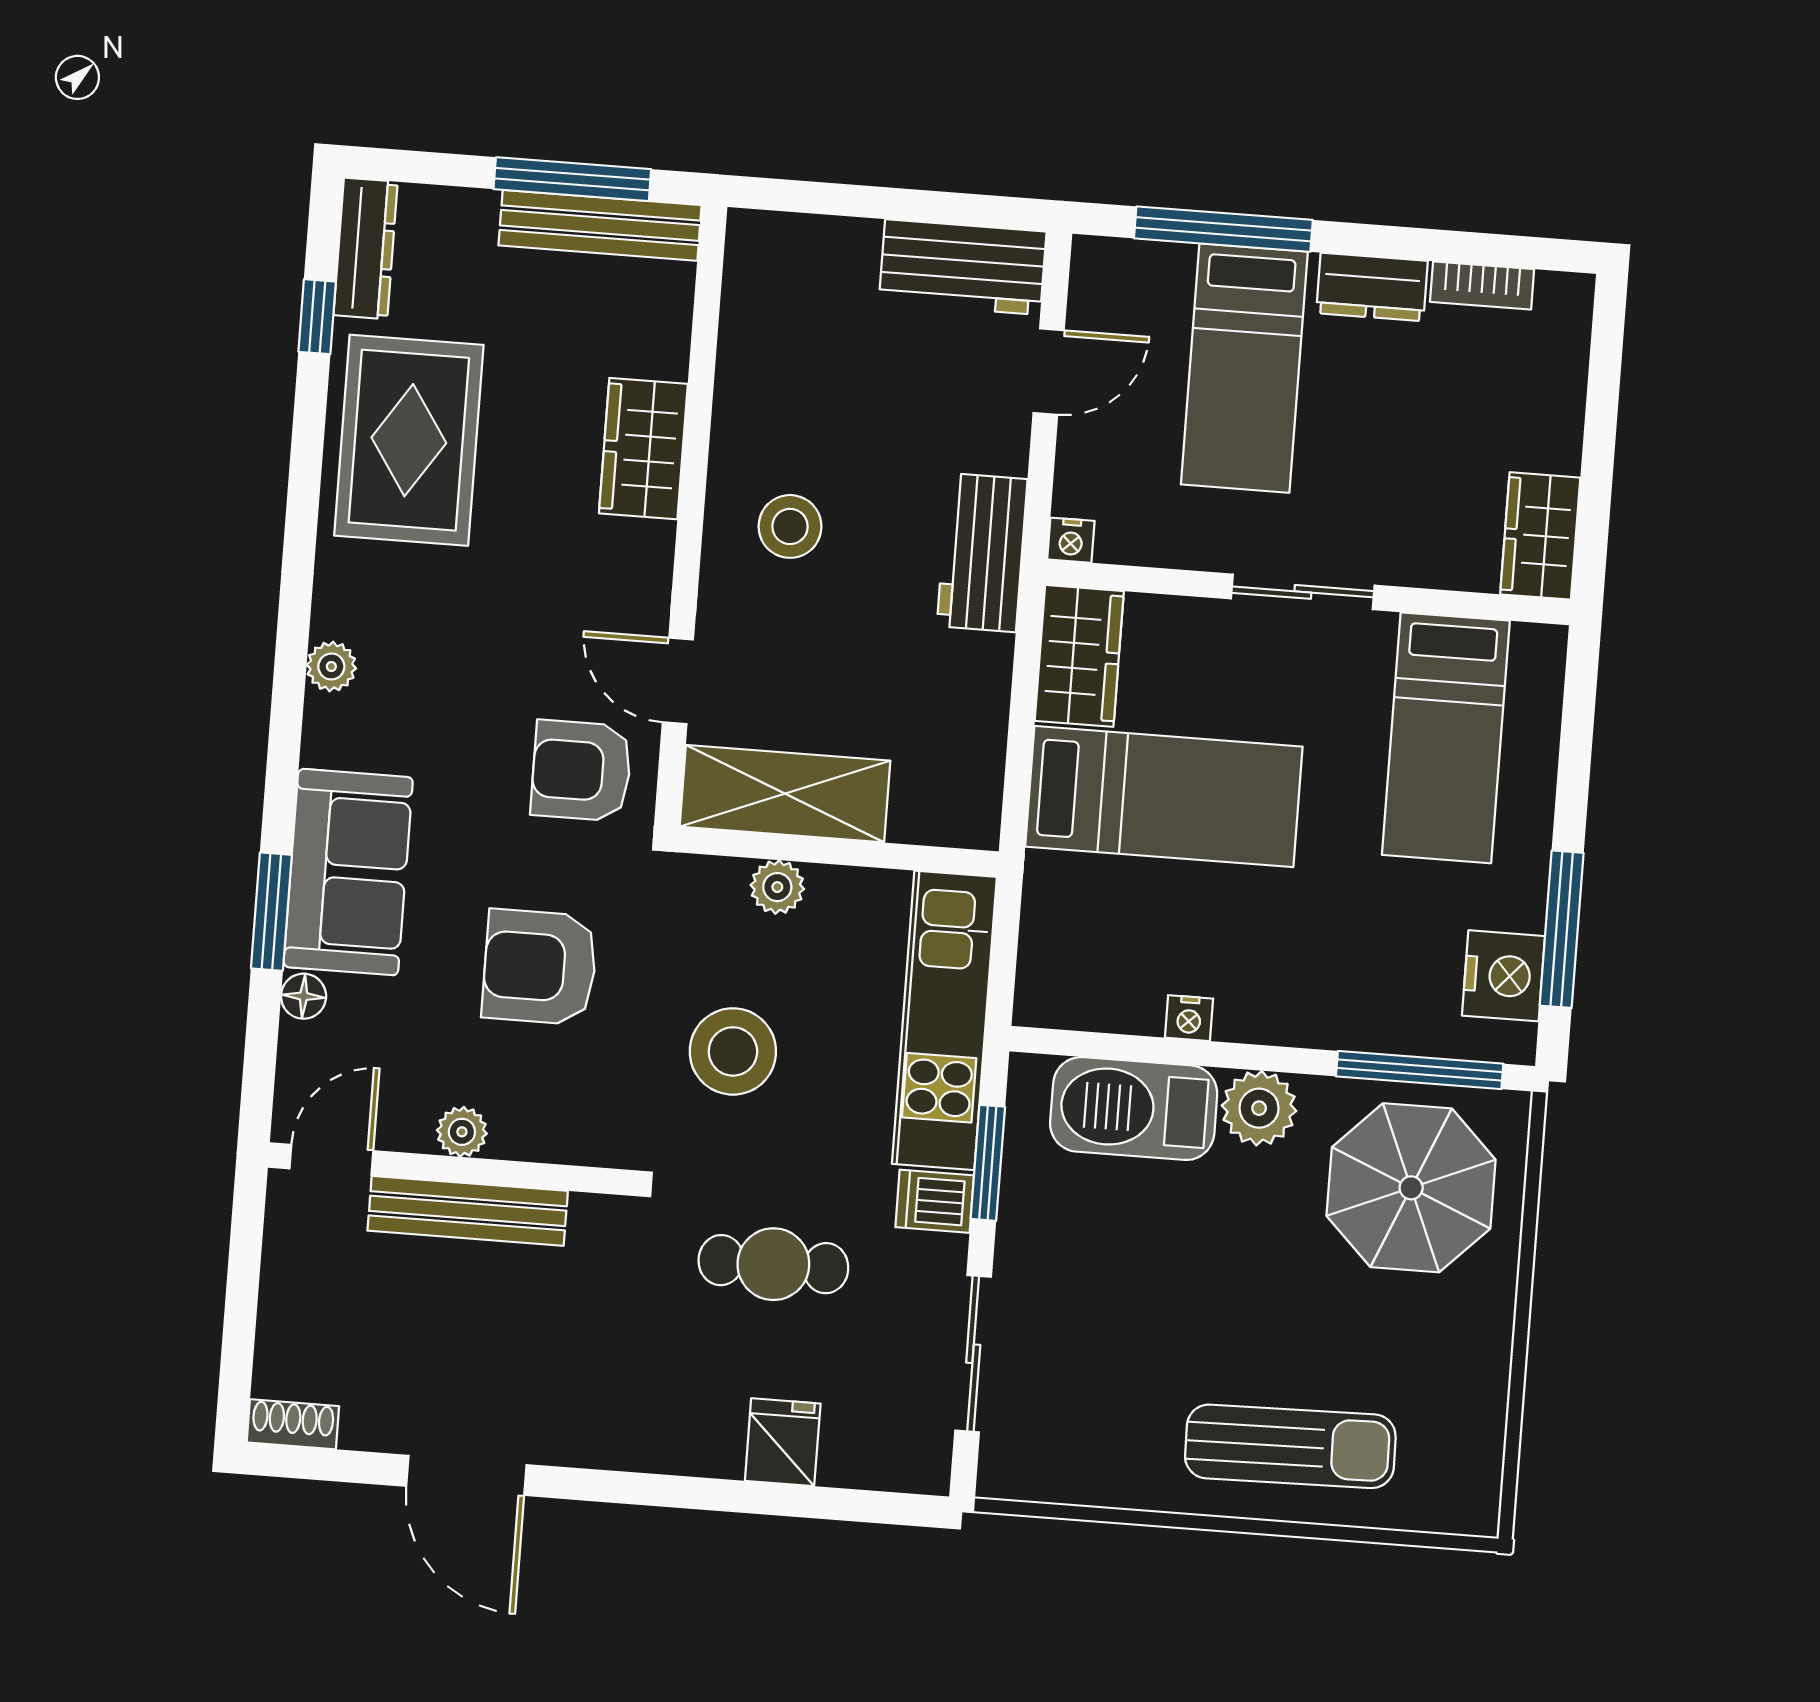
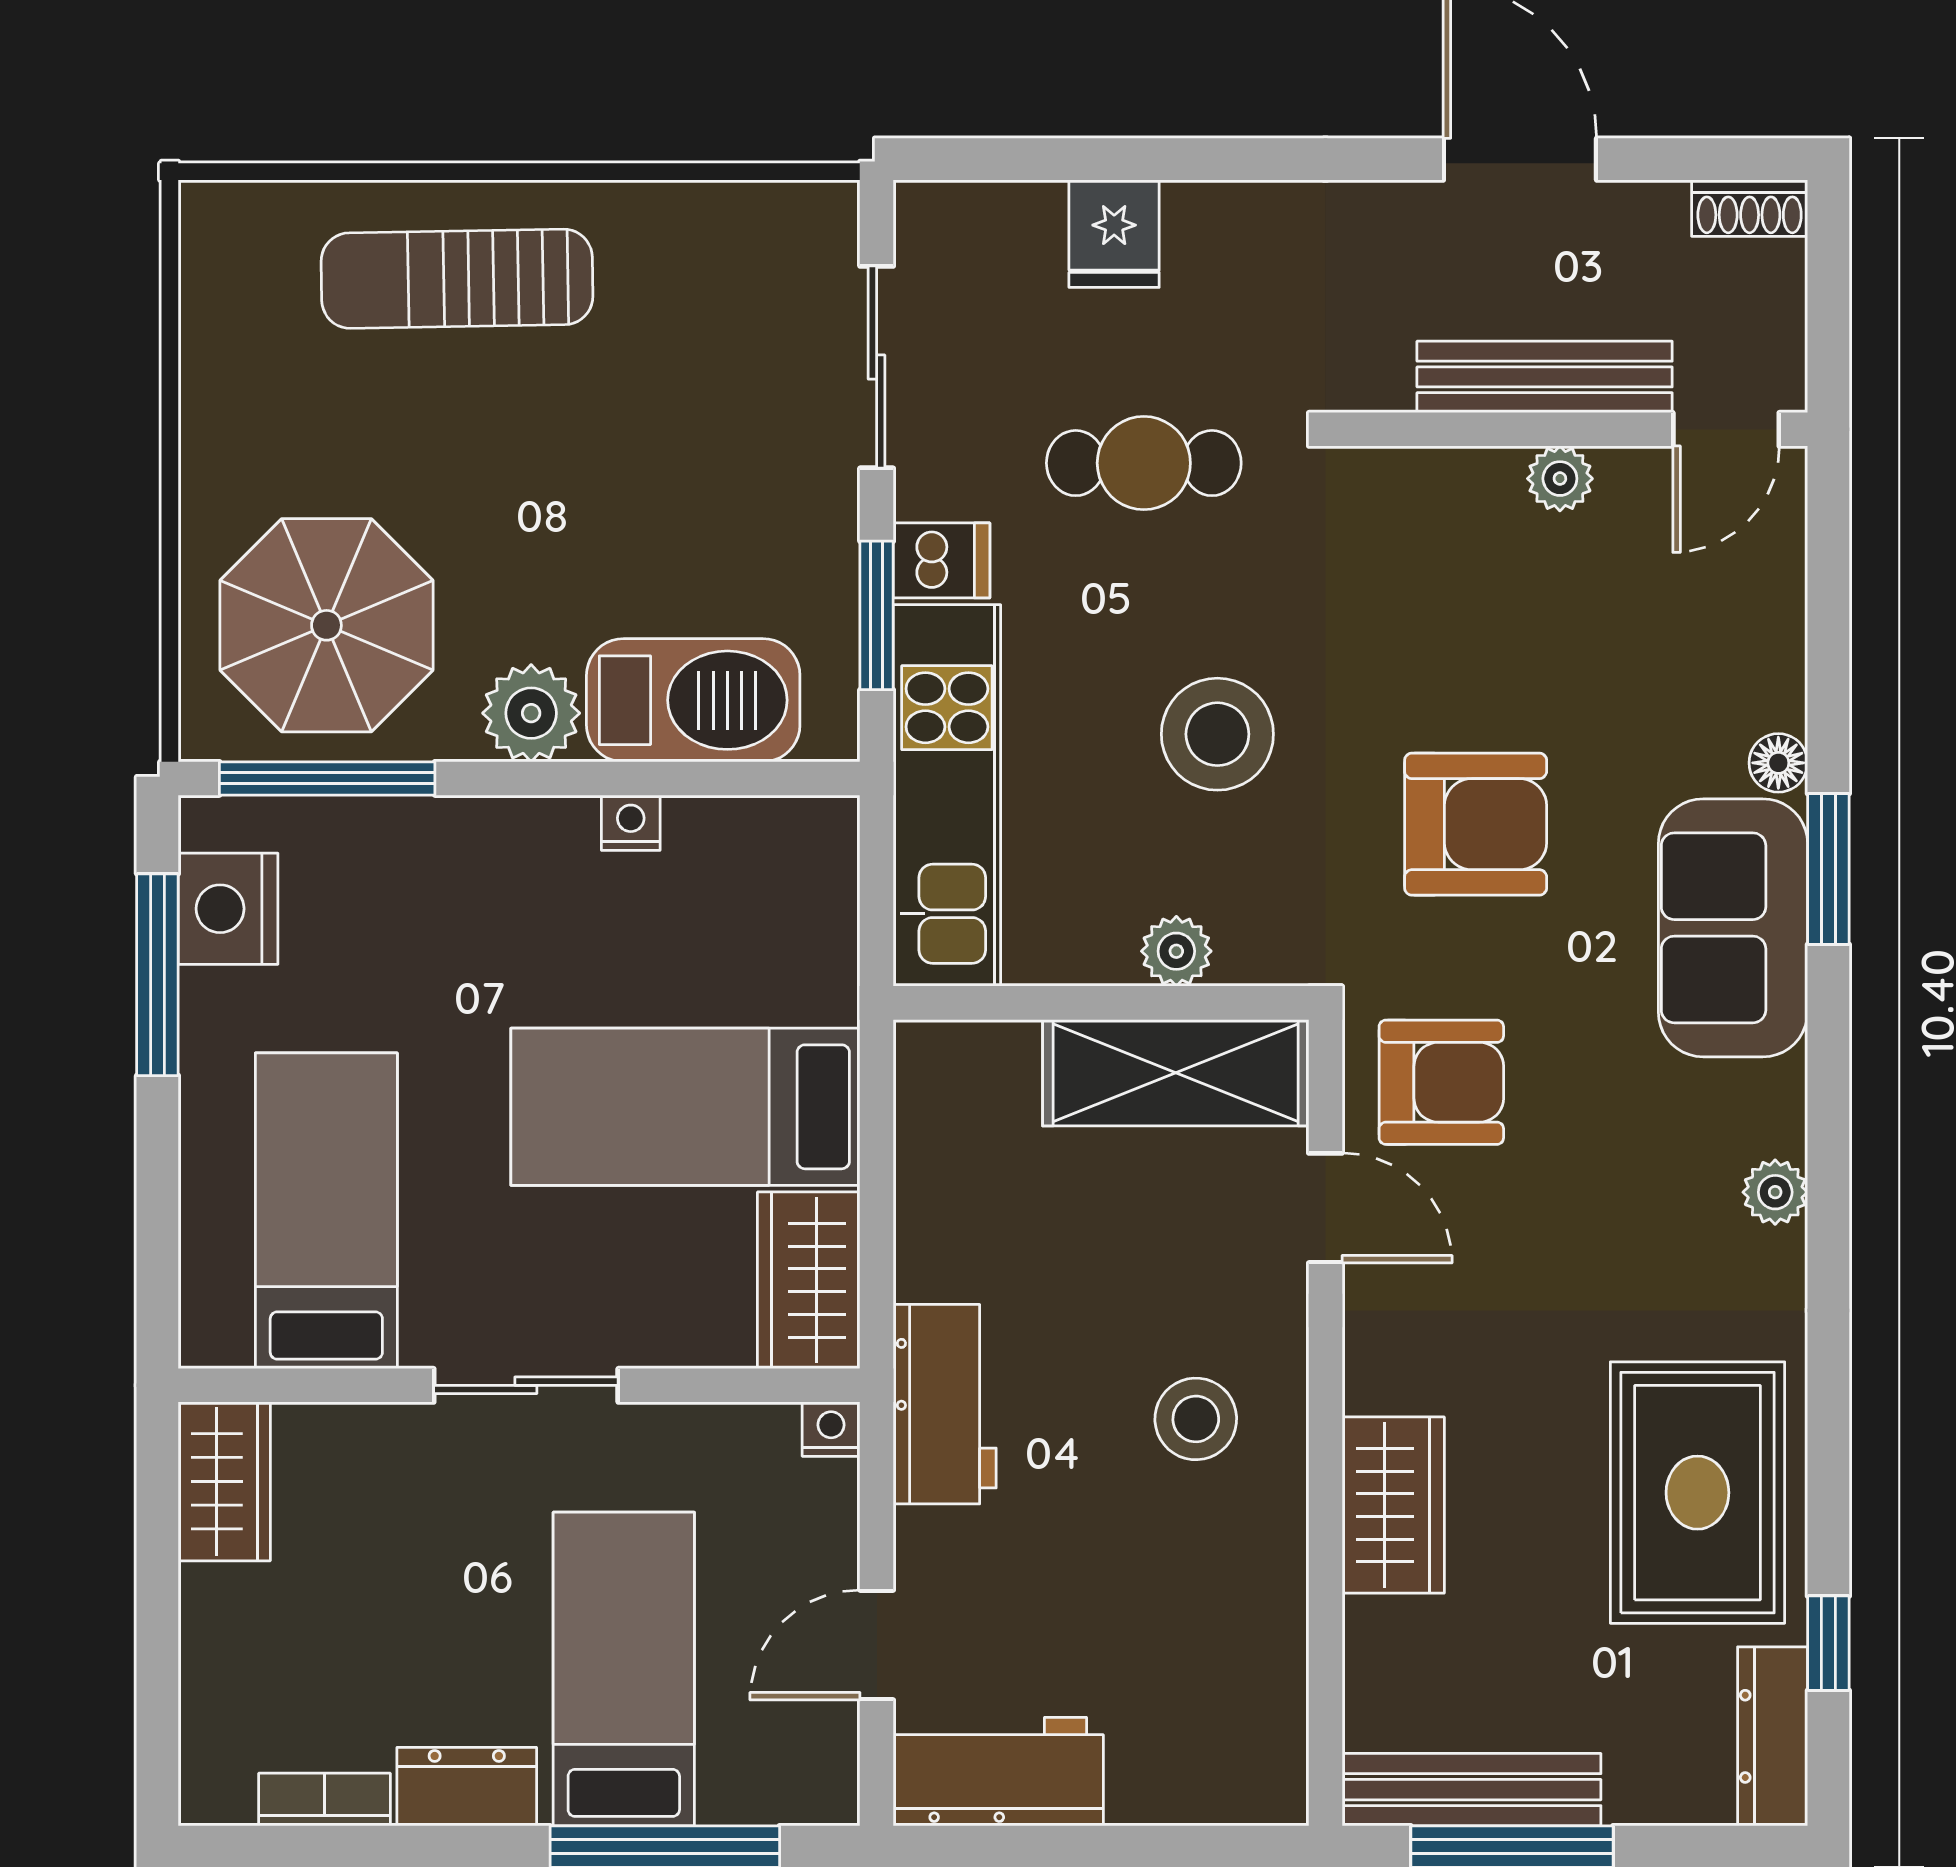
plant: (462, 1132) -> (1560, 479), moved
door: (331, 1160) -> (1726, 429), moved
wall: (448, 1169) -> (1575, 429), moved
bench: (468, 1211) -> (1545, 377), moved

